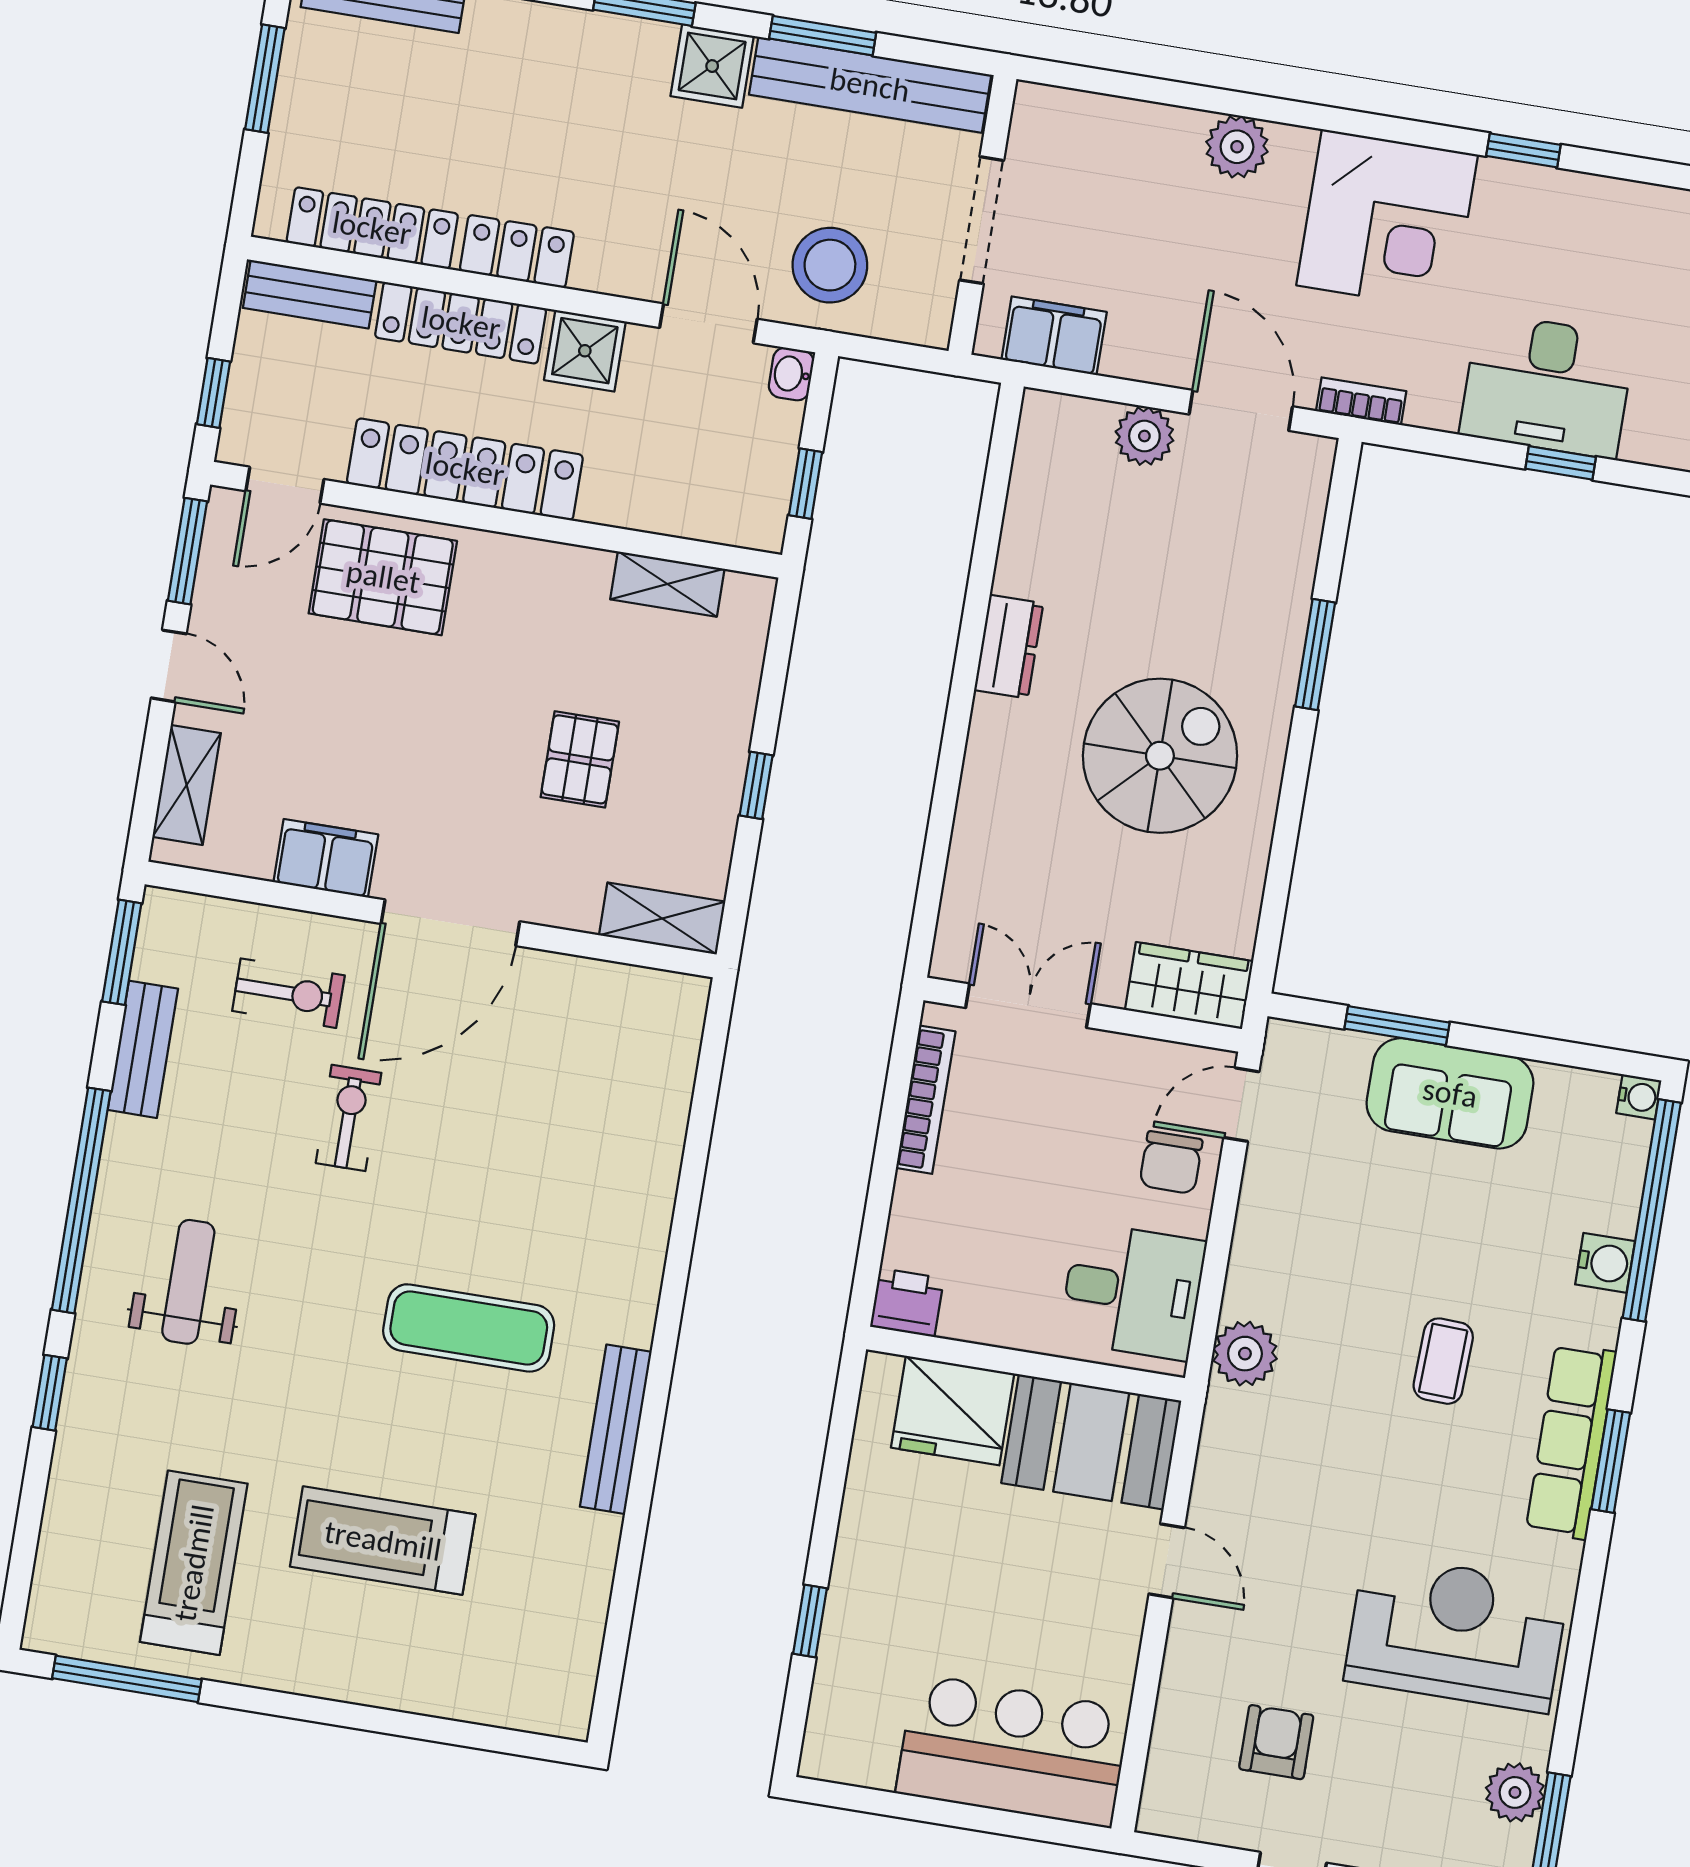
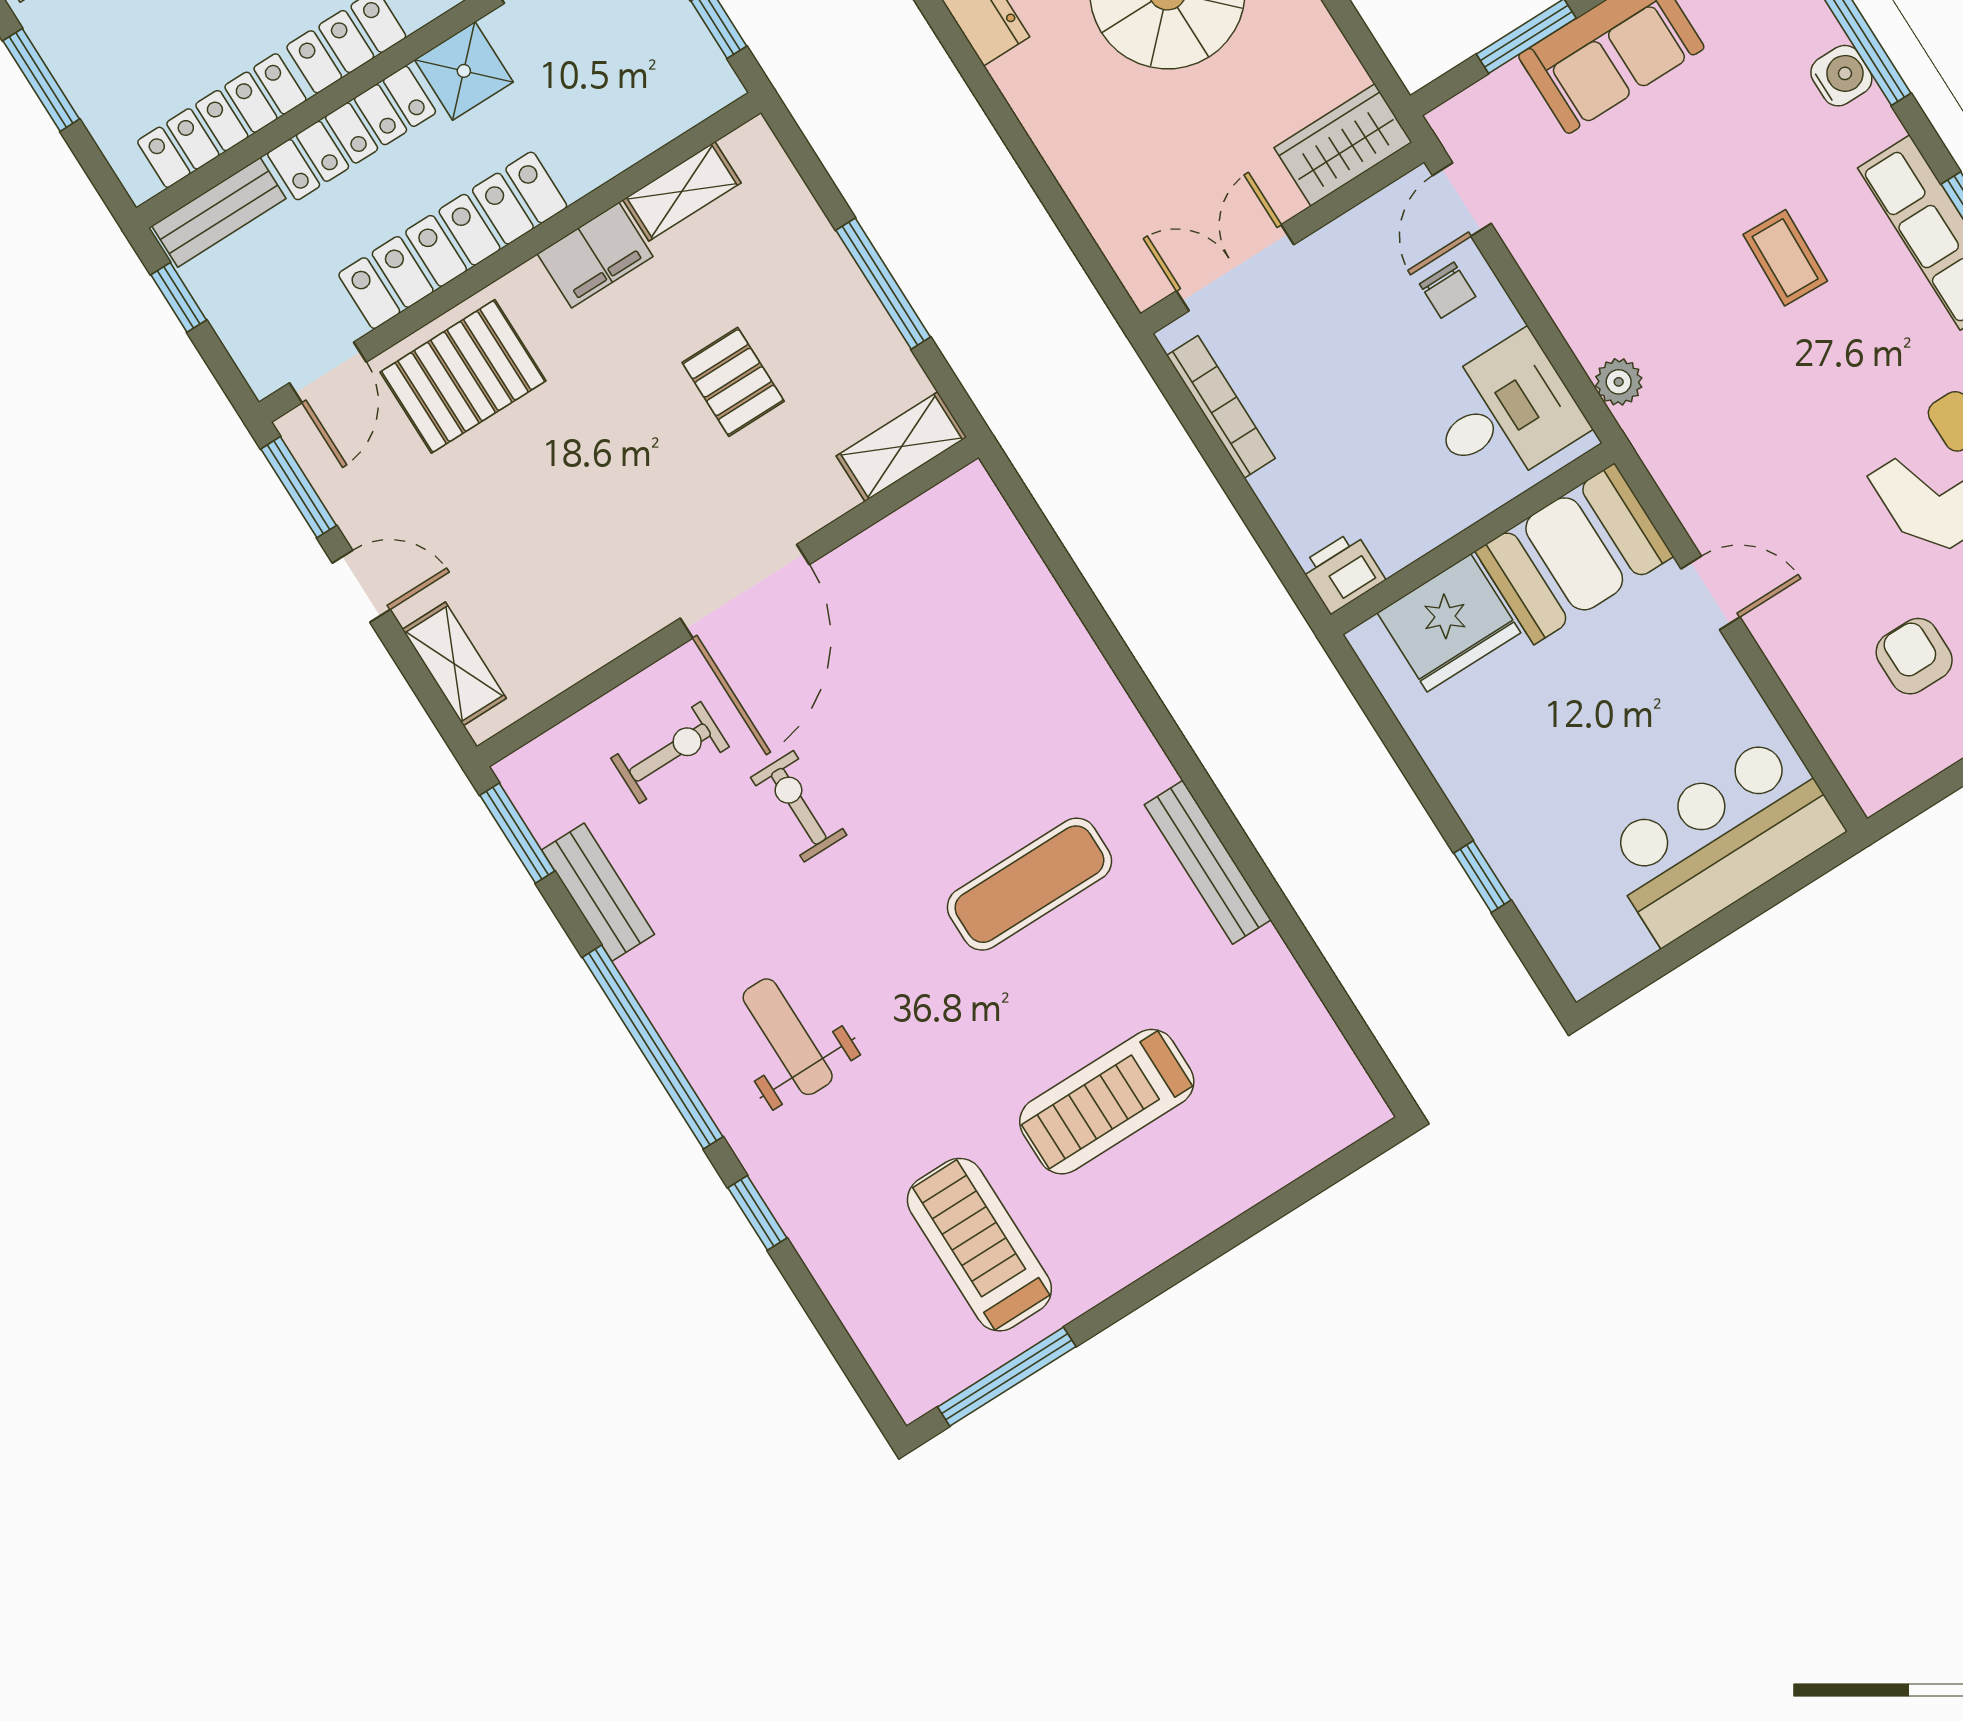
window: (213, 393) -> (179, 297), moved
window: (756, 785) -> (883, 284), width x2.17
filing cabinet: (326, 858) -> (595, 255), moved, turned 180
chair: (1171, 1163) -> (1448, 290), width x0.73, depth x0.73
plant: (1245, 1354) -> (1619, 382), width x0.73, depth x0.73

